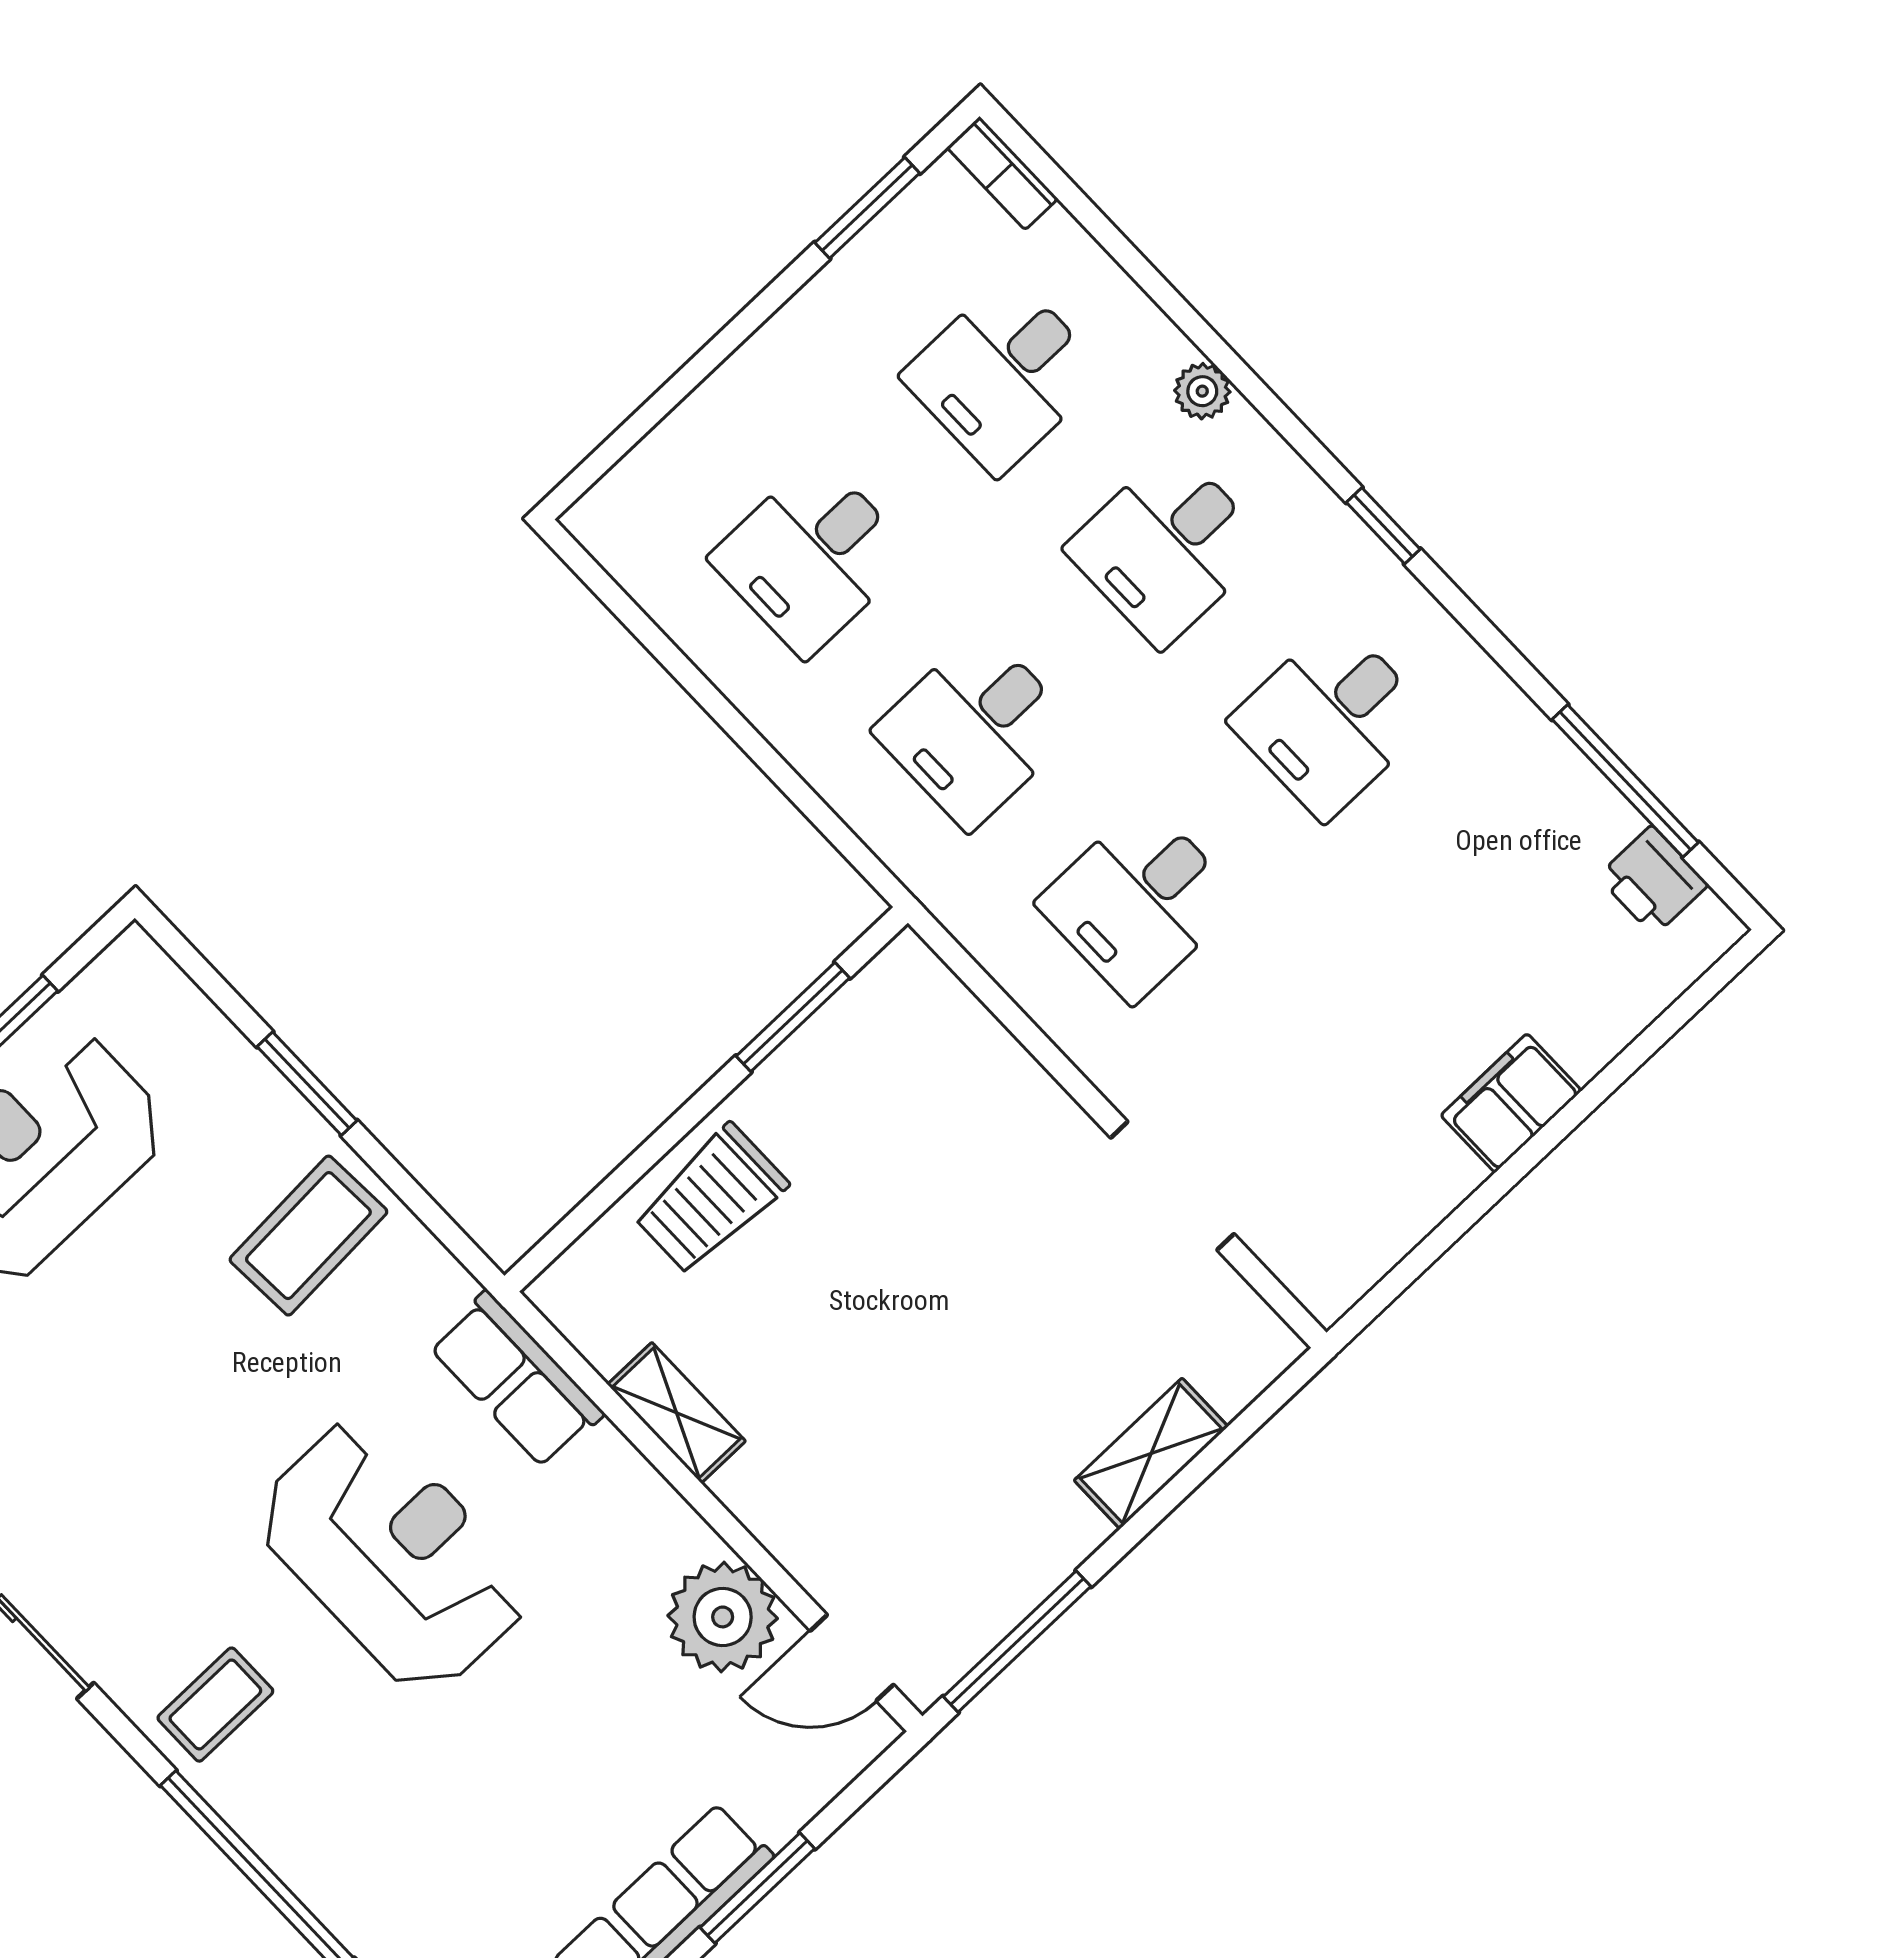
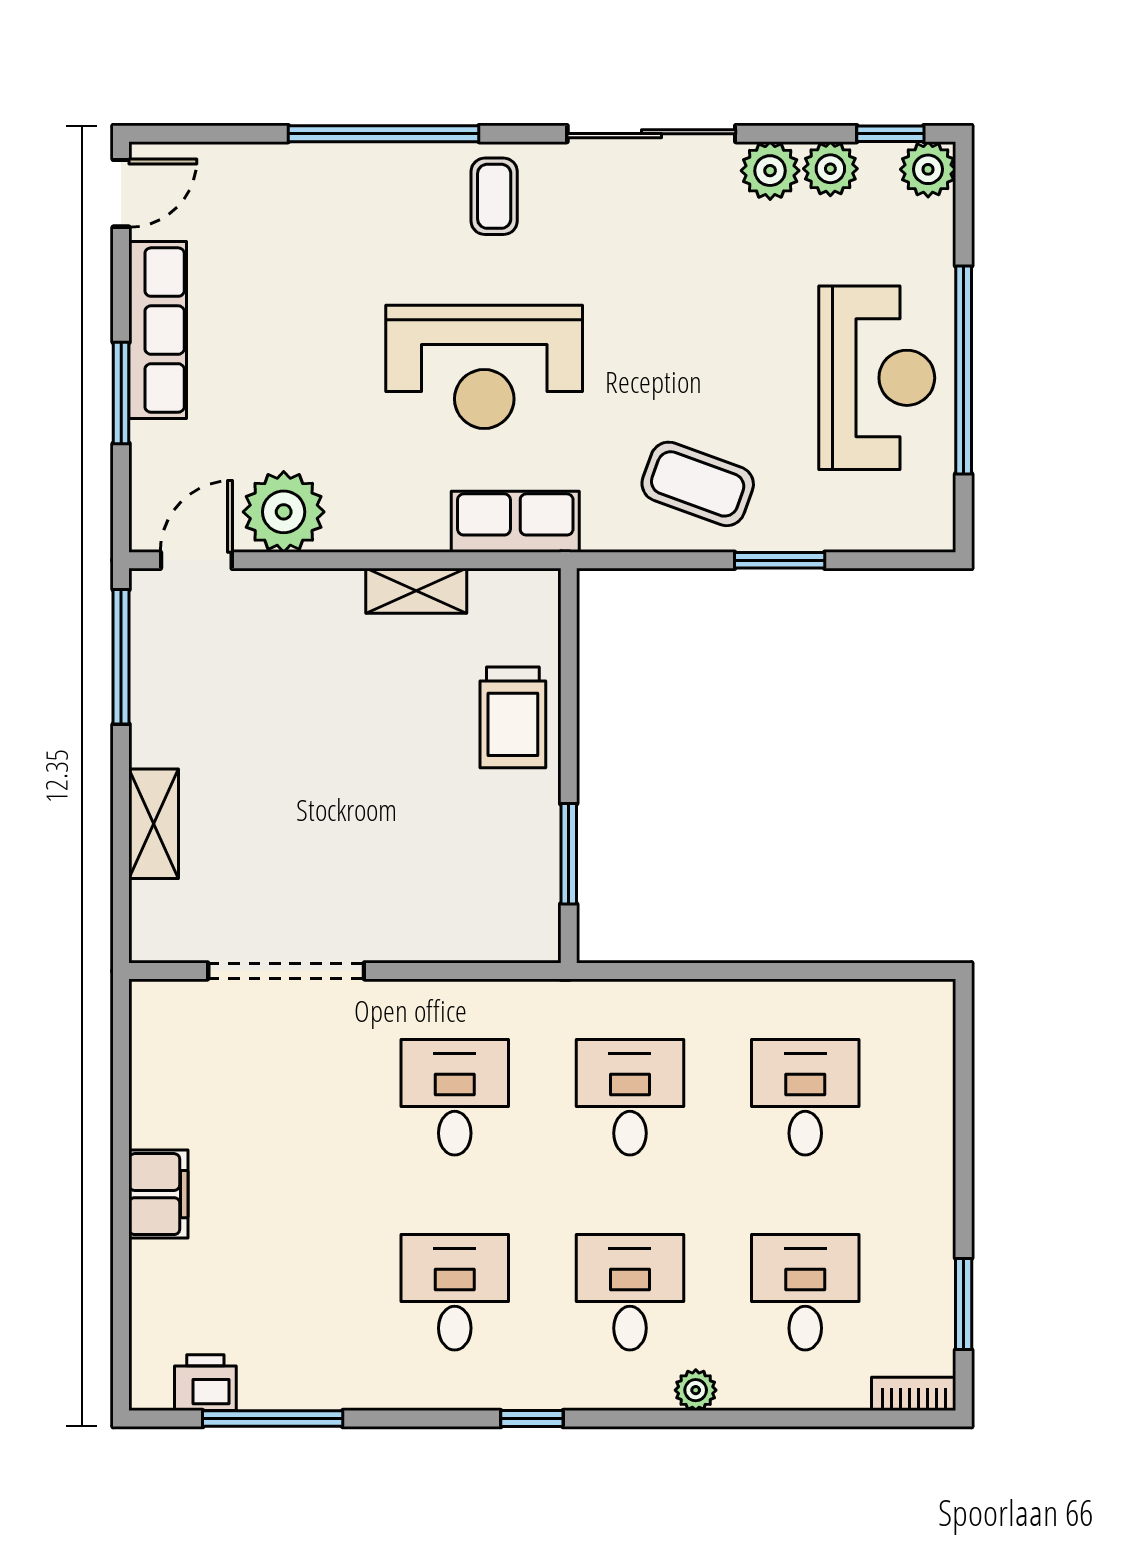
doorway: (1172, 1186) -> (286, 971), width x1.36
trolley: (711, 1199) -> (513, 717), turned 180
coffee table: (308, 1236) -> (698, 484), turned -67

